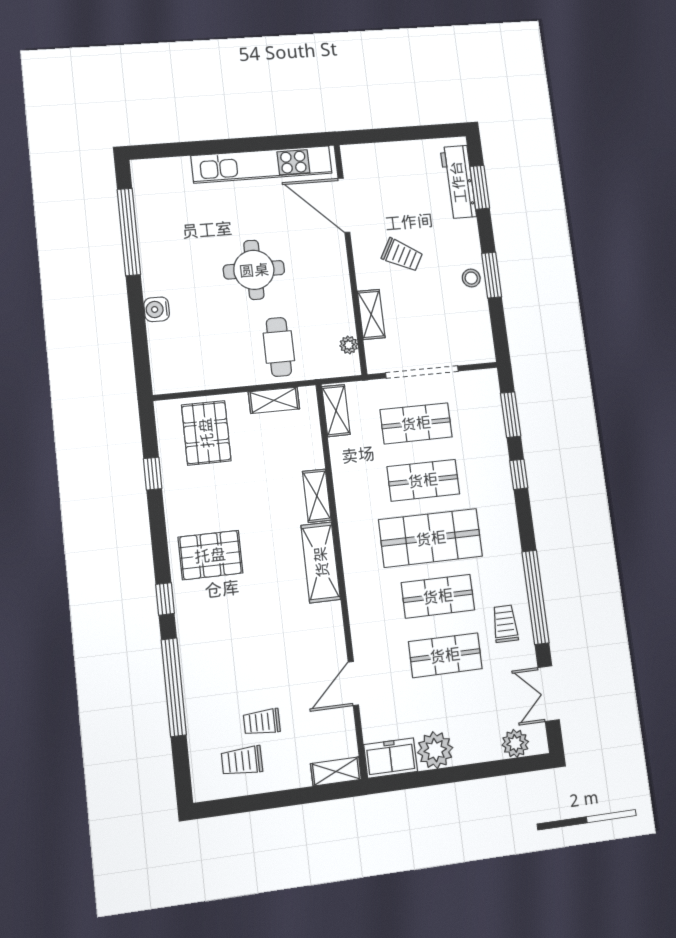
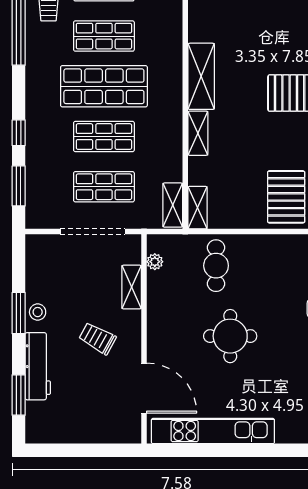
workbench: (458, 182) -> (38, 366), moved
shelving: (274, 400) -> (197, 208), moved, turned 90

